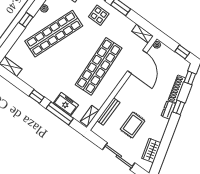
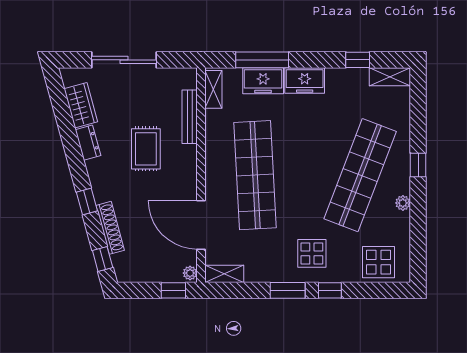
window: (182, 52) -> (173, 290), moved
freezer: (48, 91) -> (305, 80), added
window: (37, 96) -> (358, 60), moved
dresser: (168, 110) -> (88, 143), moved
rug: (133, 125) -> (146, 149), moved

